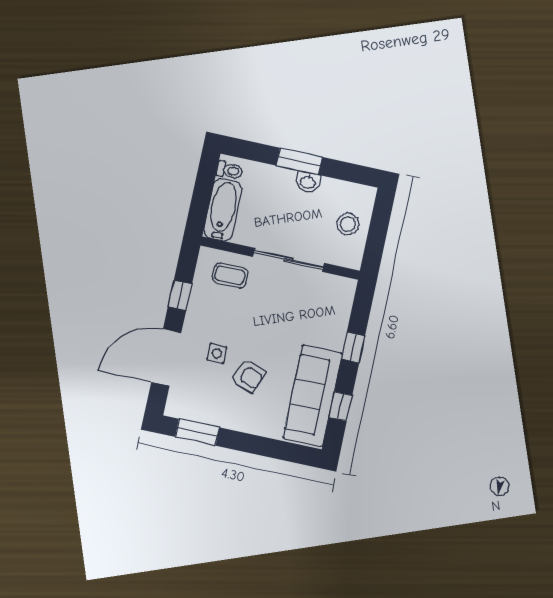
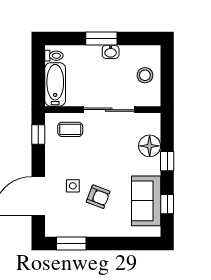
window: (180, 295) -> (38, 134), moved
floor lamp: (334, 321) -> (150, 146), added
sofa: (313, 396) -> (146, 201), width x0.73

